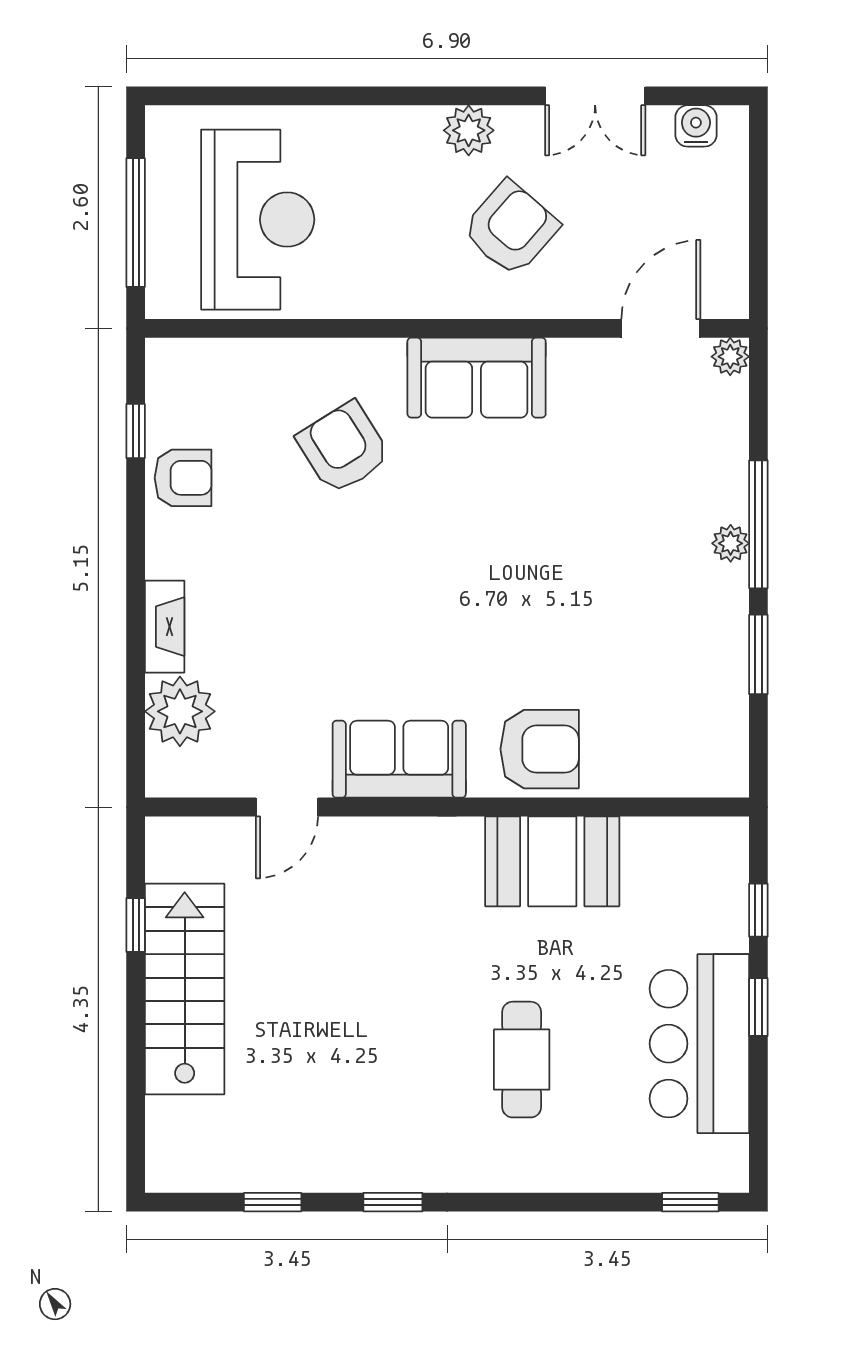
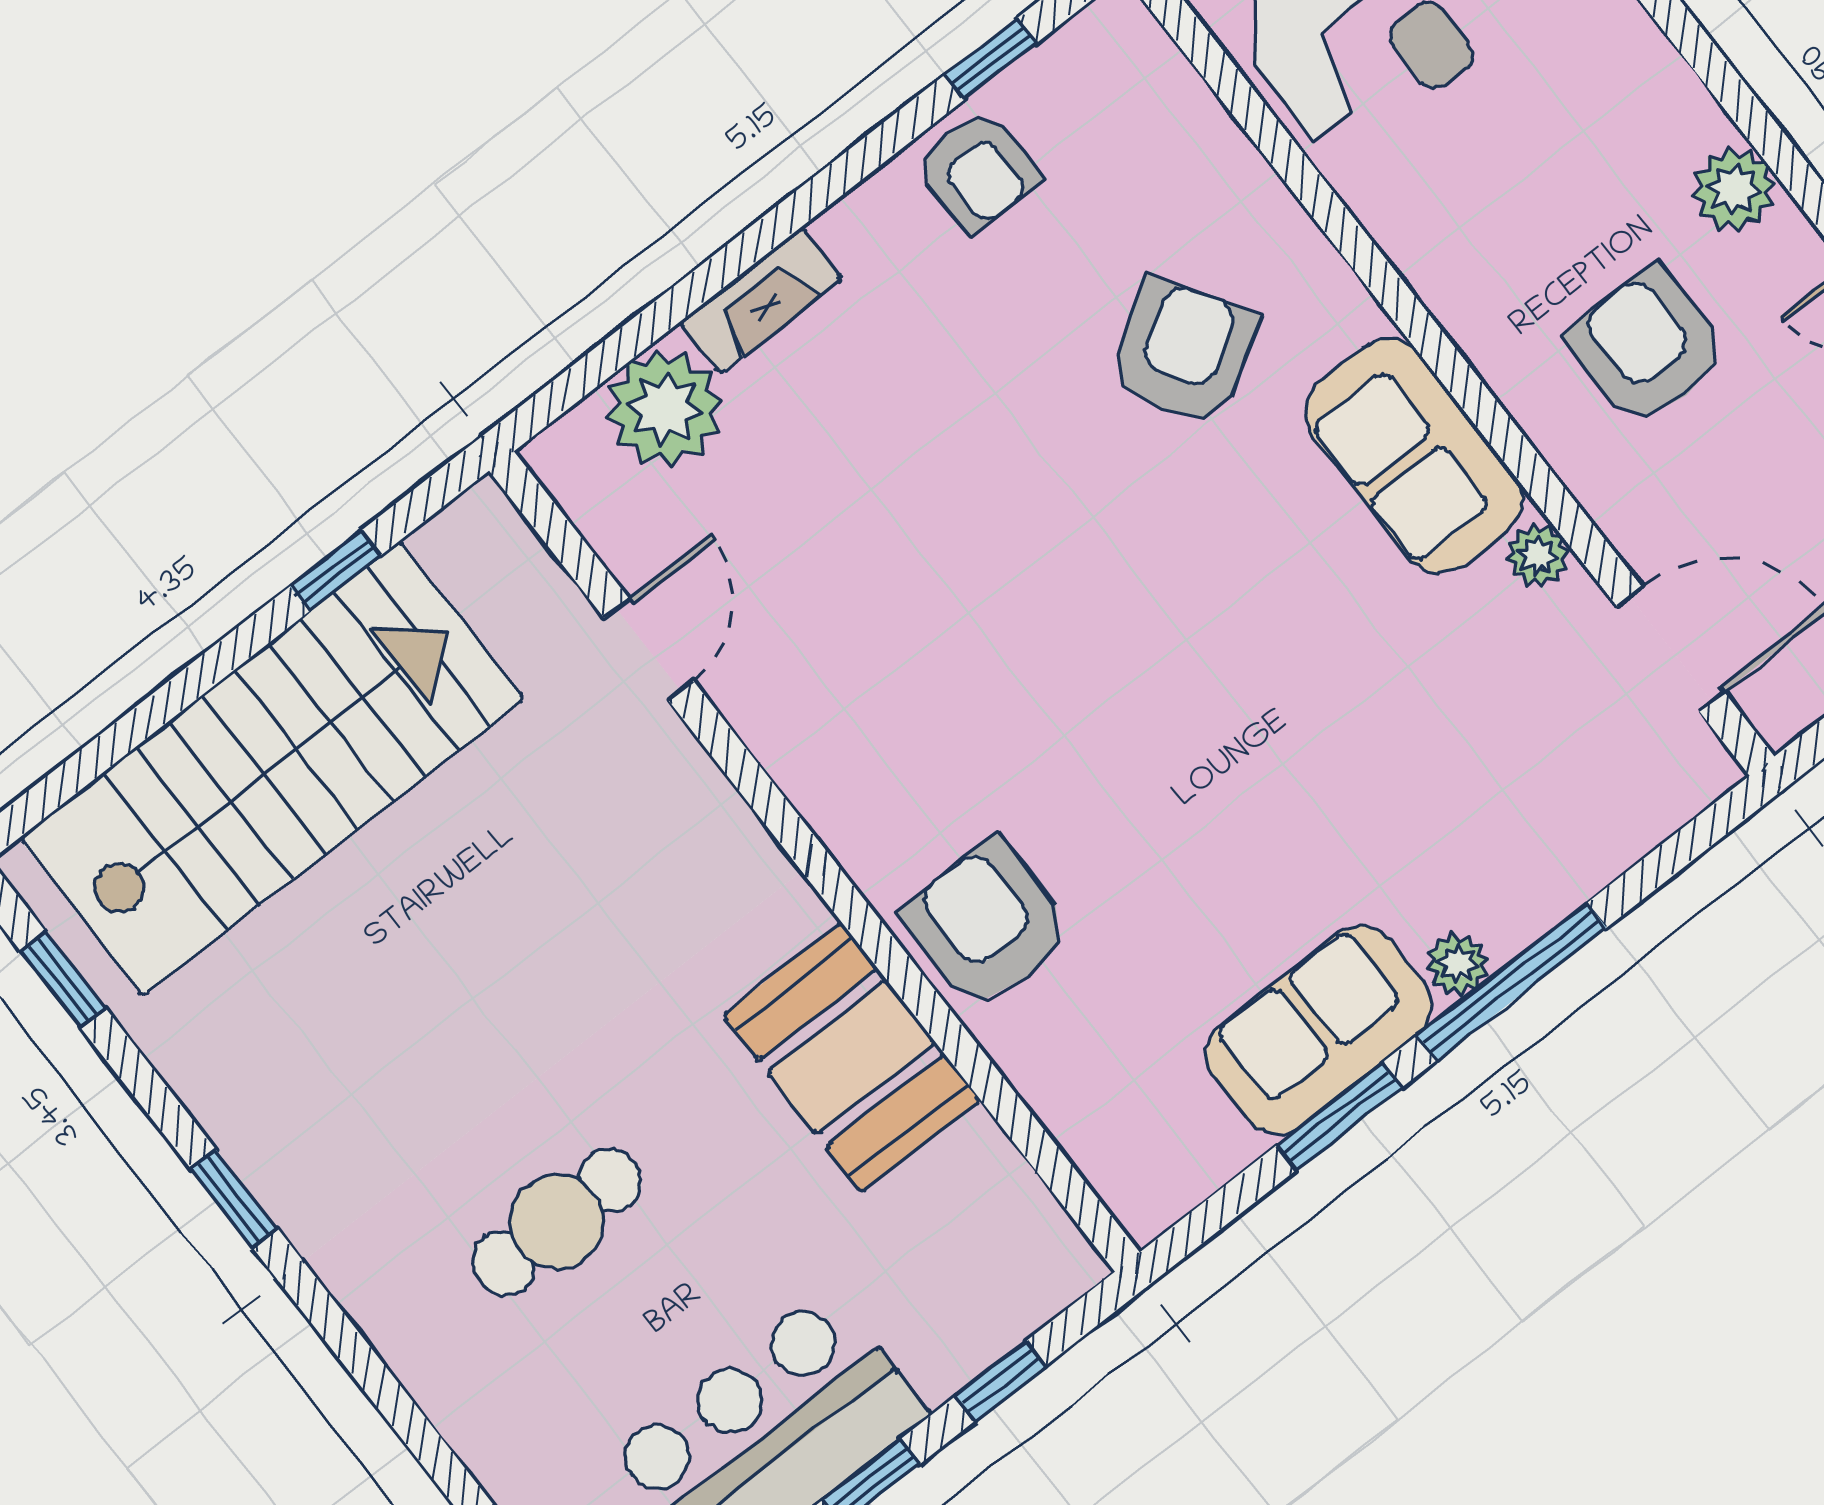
armchair: (511, 228) -> (1648, 346), turned -131
plant: (730, 357) -> (1537, 556), moved
armchair: (540, 749) -> (987, 924), turned 180
sofa: (399, 759) -> (1319, 1030), moved, turned -90
door: (287, 807) -> (649, 649), swing flipped
stairs: (185, 989) -> (271, 768), width x1.36, depth x1.51
window: (273, 1202) -> (63, 979), moved

